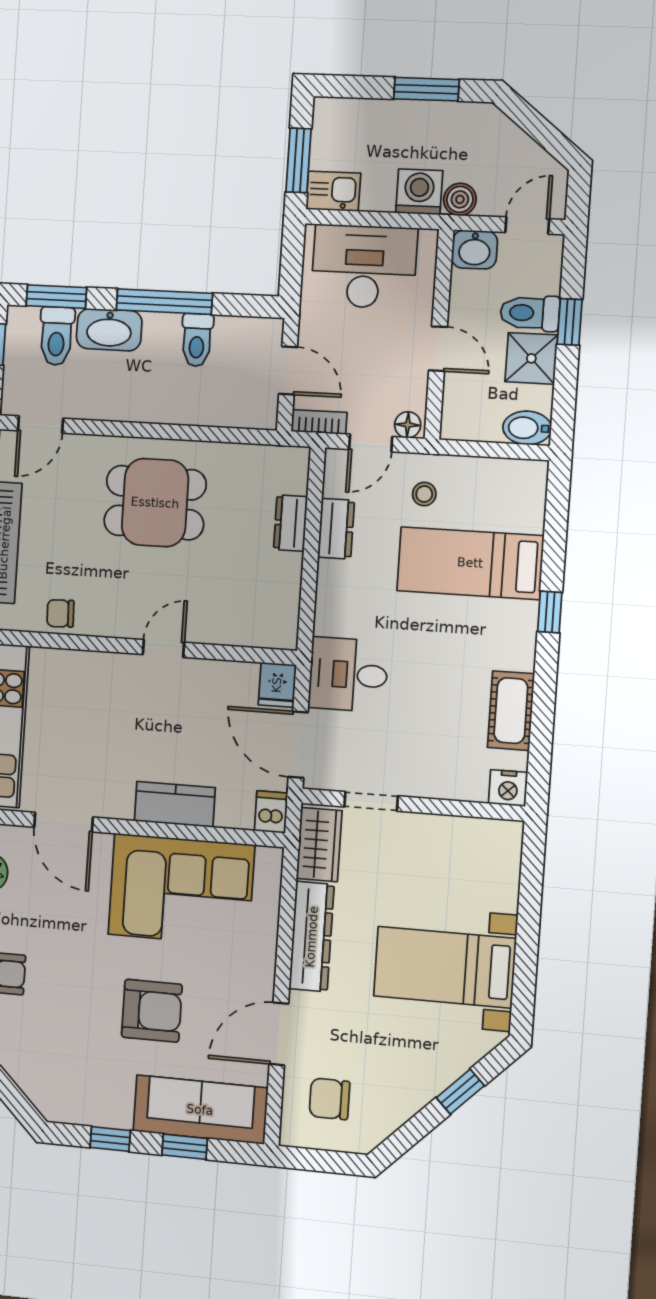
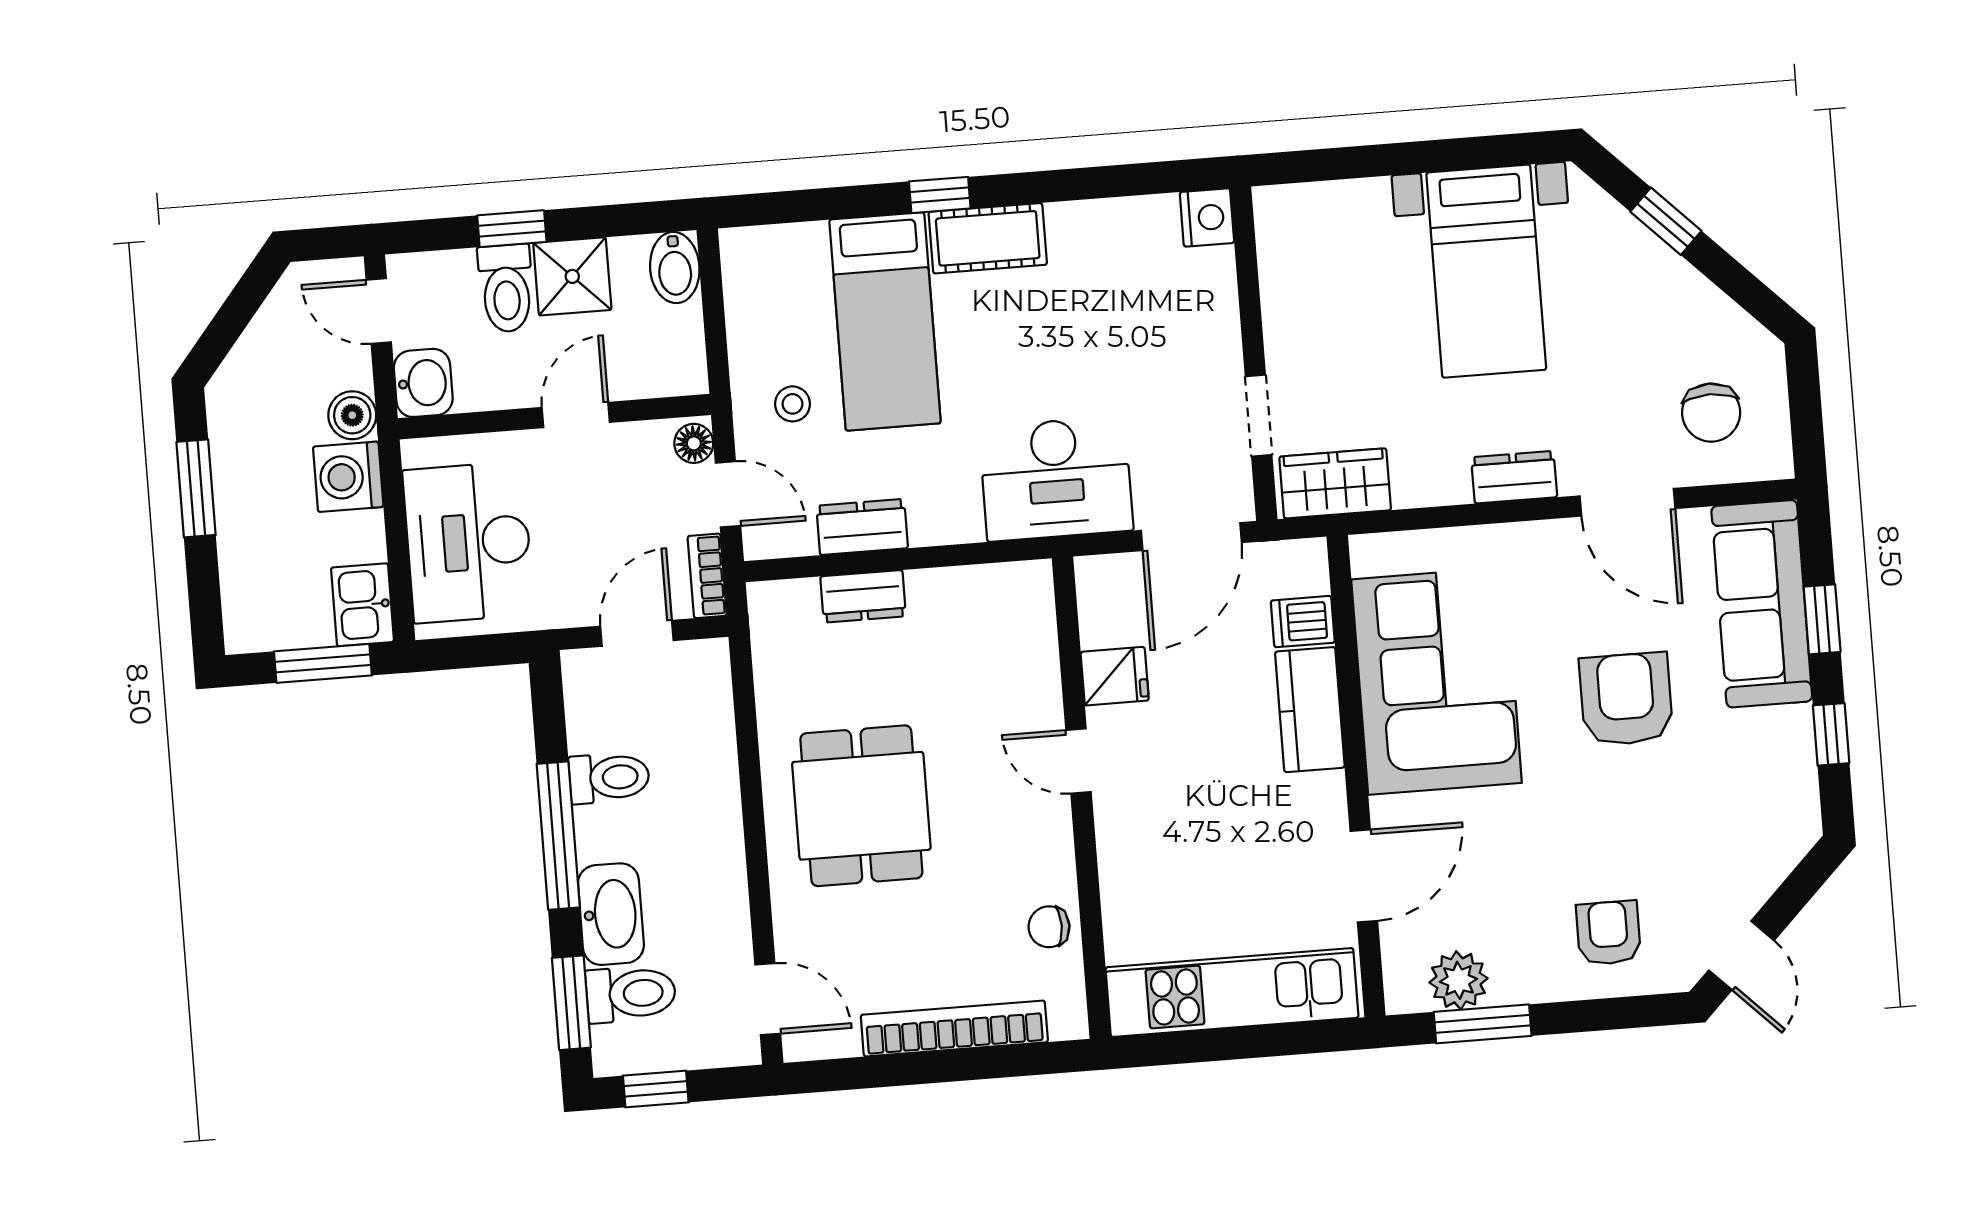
chair: (60, 613) -> (1049, 927), turned 92
desk: (348, 675) -> (1056, 479), width x1.37
fridge: (277, 685) -> (1115, 676), moved
cot: (511, 711) -> (988, 238), moved
dishwasher: (271, 812) -> (1303, 622), moved
dresser: (312, 937) -> (1514, 477), width x0.51, depth x0.80

